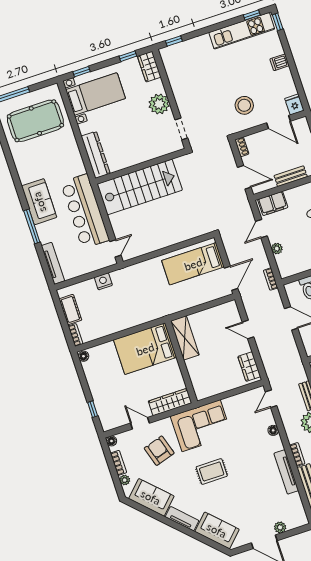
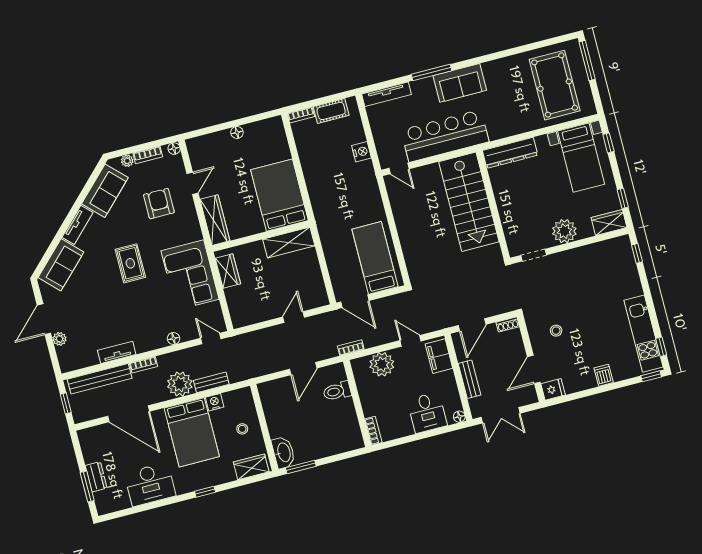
stool: (244, 105) -> (556, 331), width x0.53, depth x0.53
plant: (277, 249) -> (382, 364), width x1.88, depth x1.88
floor lamp: (83, 356) -> (237, 132), moved
wardrobe: (249, 367) -> (228, 271), moved, turned 90
window: (93, 409) -> (213, 129), removed
corner sofa: (201, 426) -> (190, 275), moved
armchair: (159, 451) -> (159, 204), turned -73
tv unit: (286, 472) -> (117, 352), width x0.71

